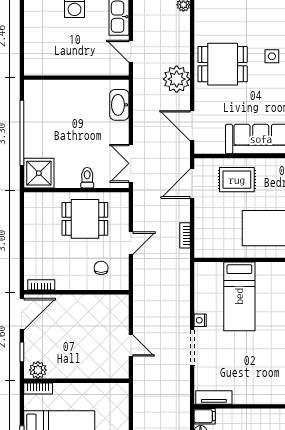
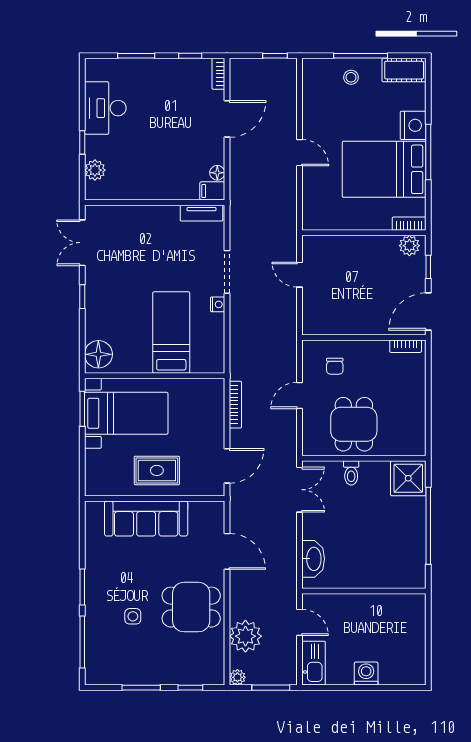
plant: (177, 79) -> (245, 636), moved
door: (192, 126) -> (227, 551), moved
rug: (237, 180) -> (157, 470), moved
dining table: (85, 219) -> (354, 424), turned 90
bookcase: (185, 235) -> (235, 405), width x1.56

